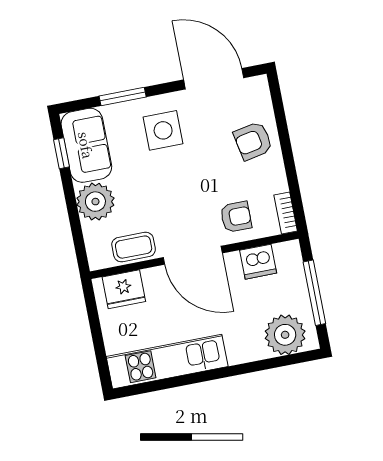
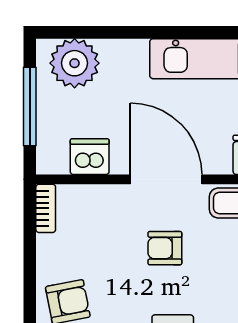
armchair: (236, 217) -> (165, 248), moved

